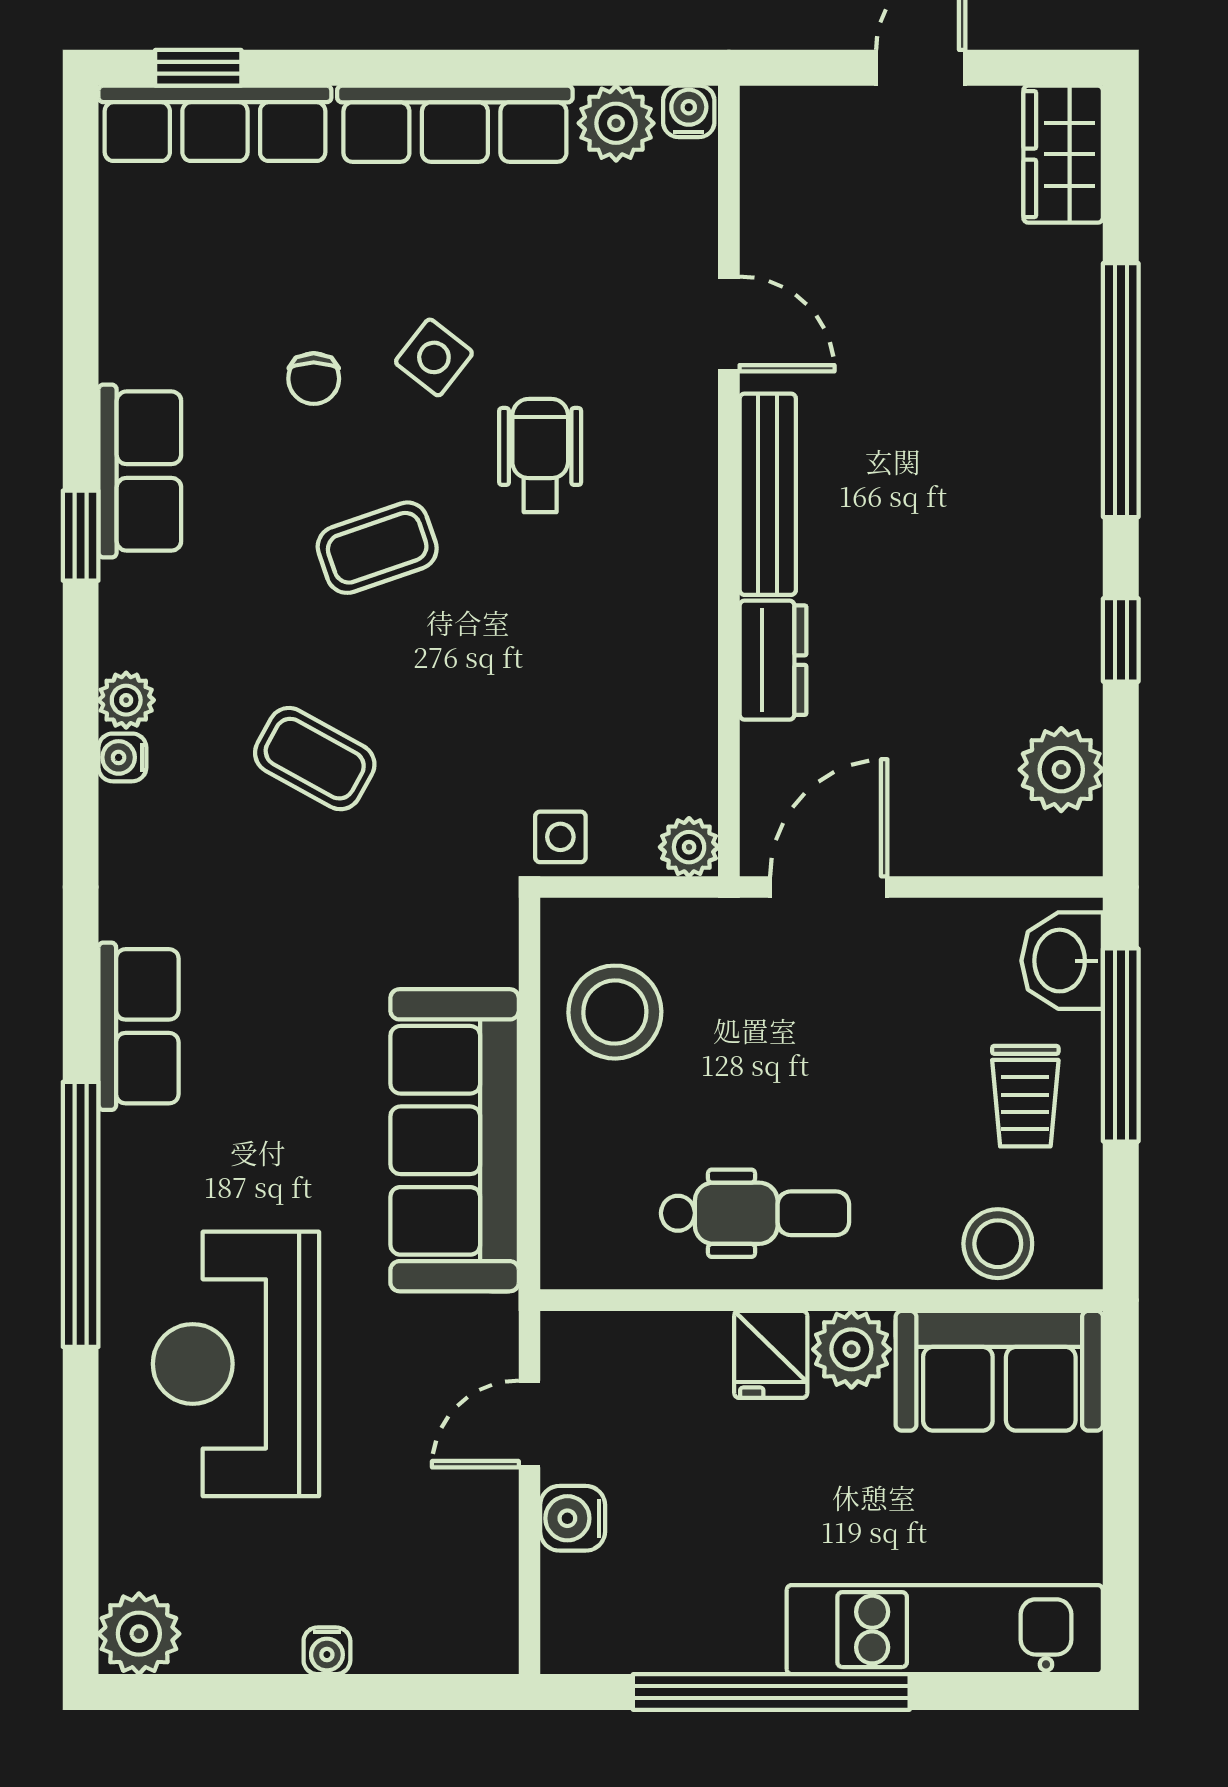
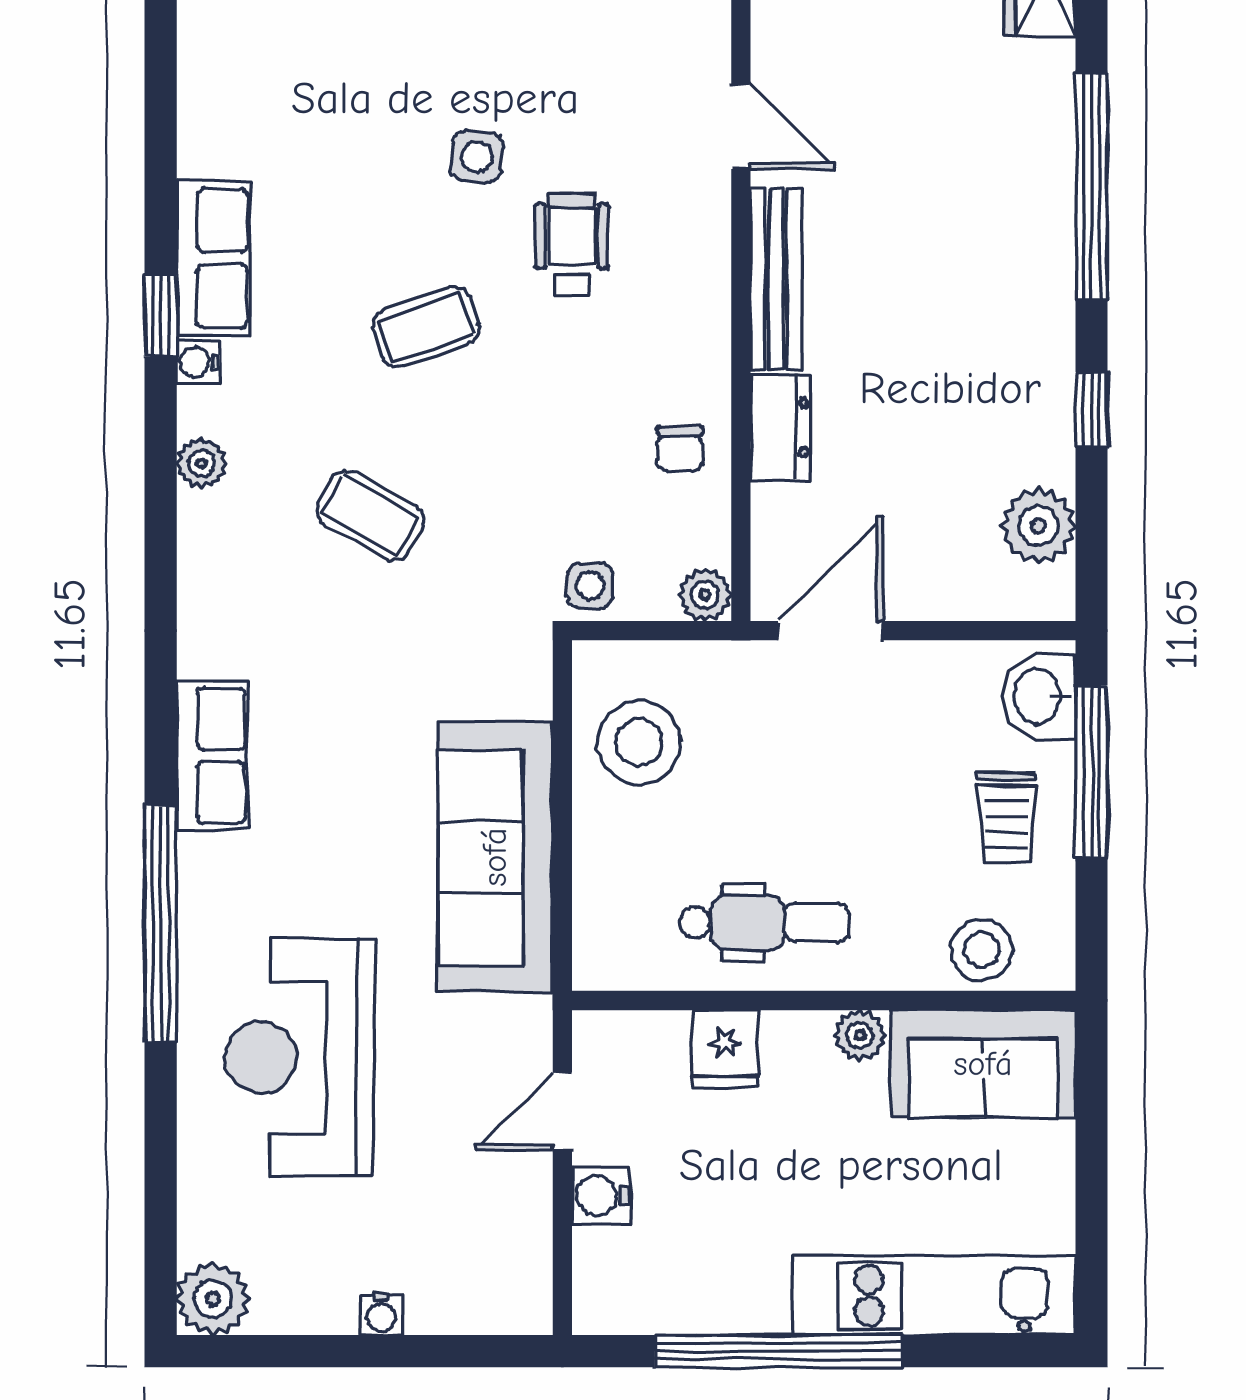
side table: (434, 357) -> (477, 157), turned -33
chair: (314, 379) -> (680, 449), moved
water cooler: (122, 757) -> (198, 362), moved
plant: (851, 1349) -> (860, 1035), width x0.73, depth x0.73
fridge: (771, 1354) -> (725, 1049), moved

